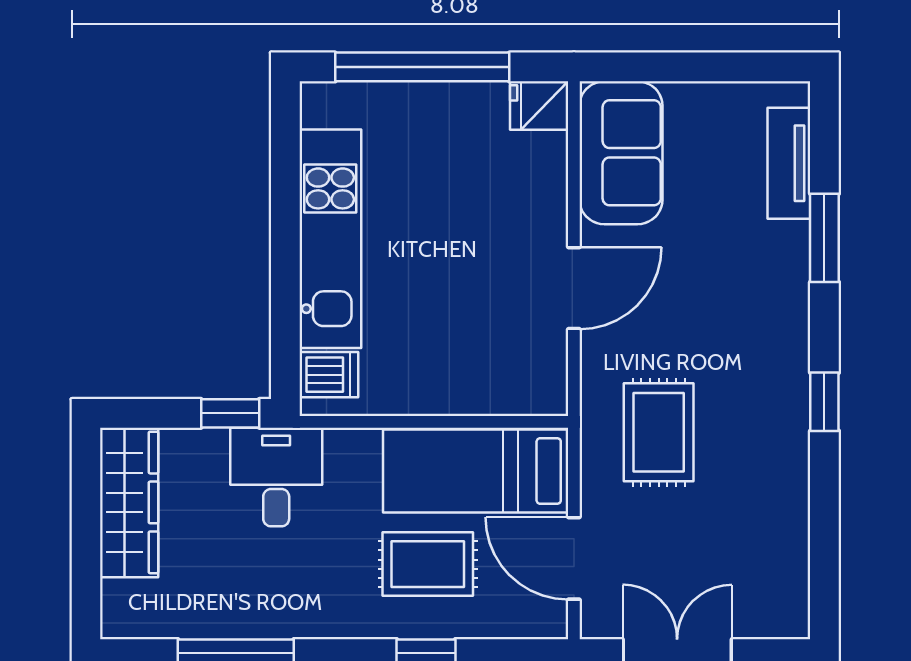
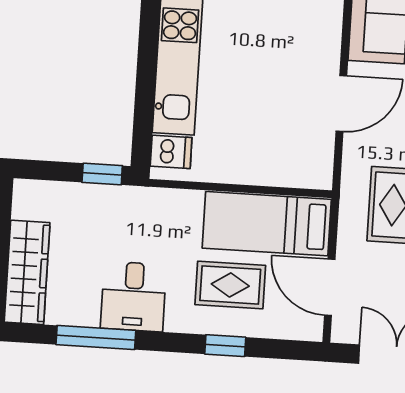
desk: (276, 477) -> (133, 296), moved, turned 180
wardrobe: (129, 502) -> (27, 272), moved

